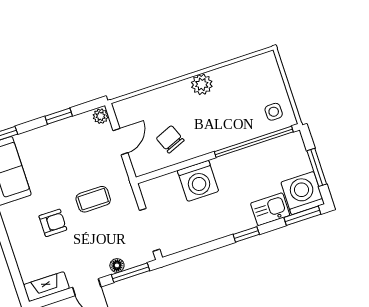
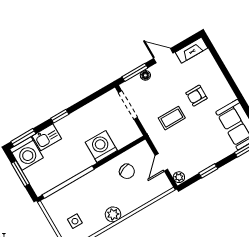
side table: (274, 112) -> (75, 221), moved

